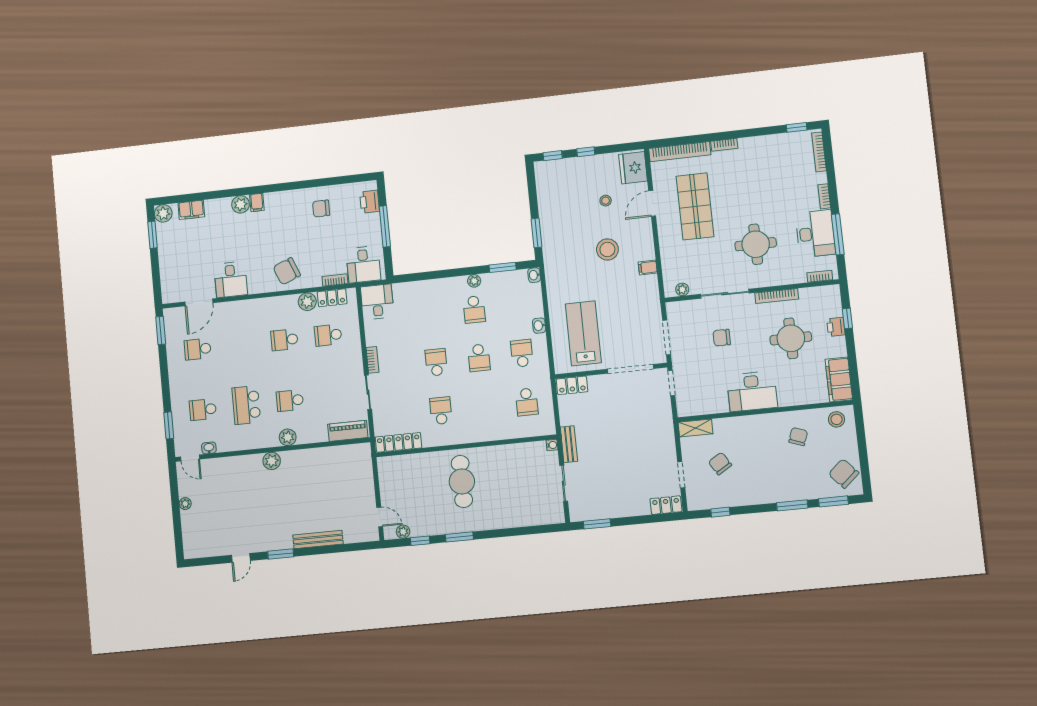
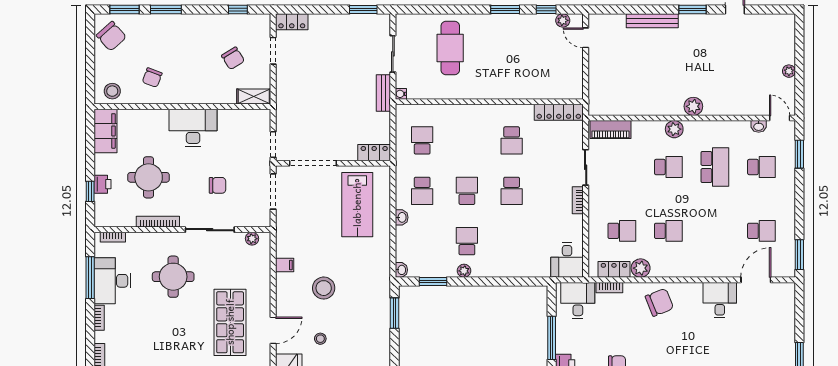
cafe table: (462, 481) -> (450, 48), moved

